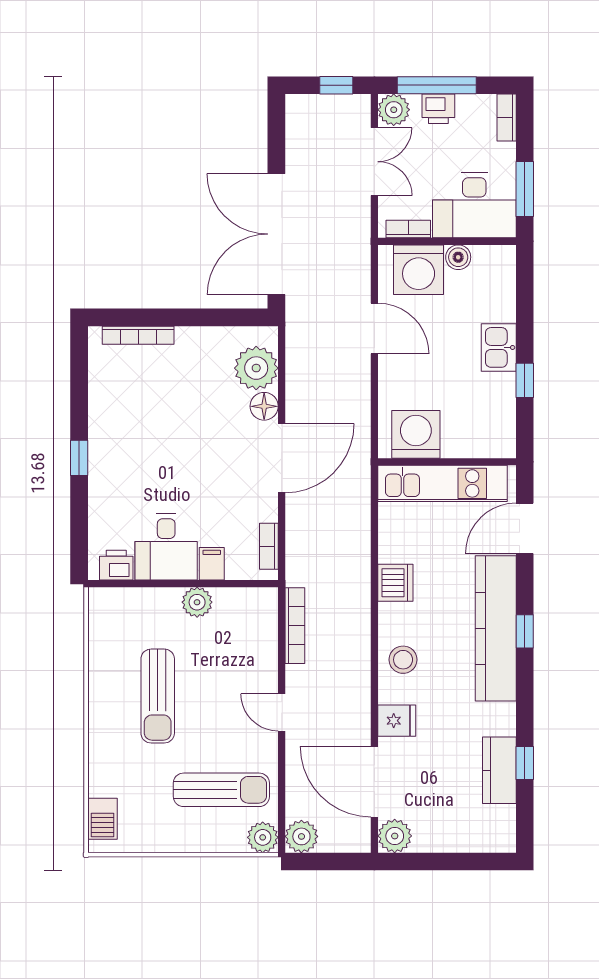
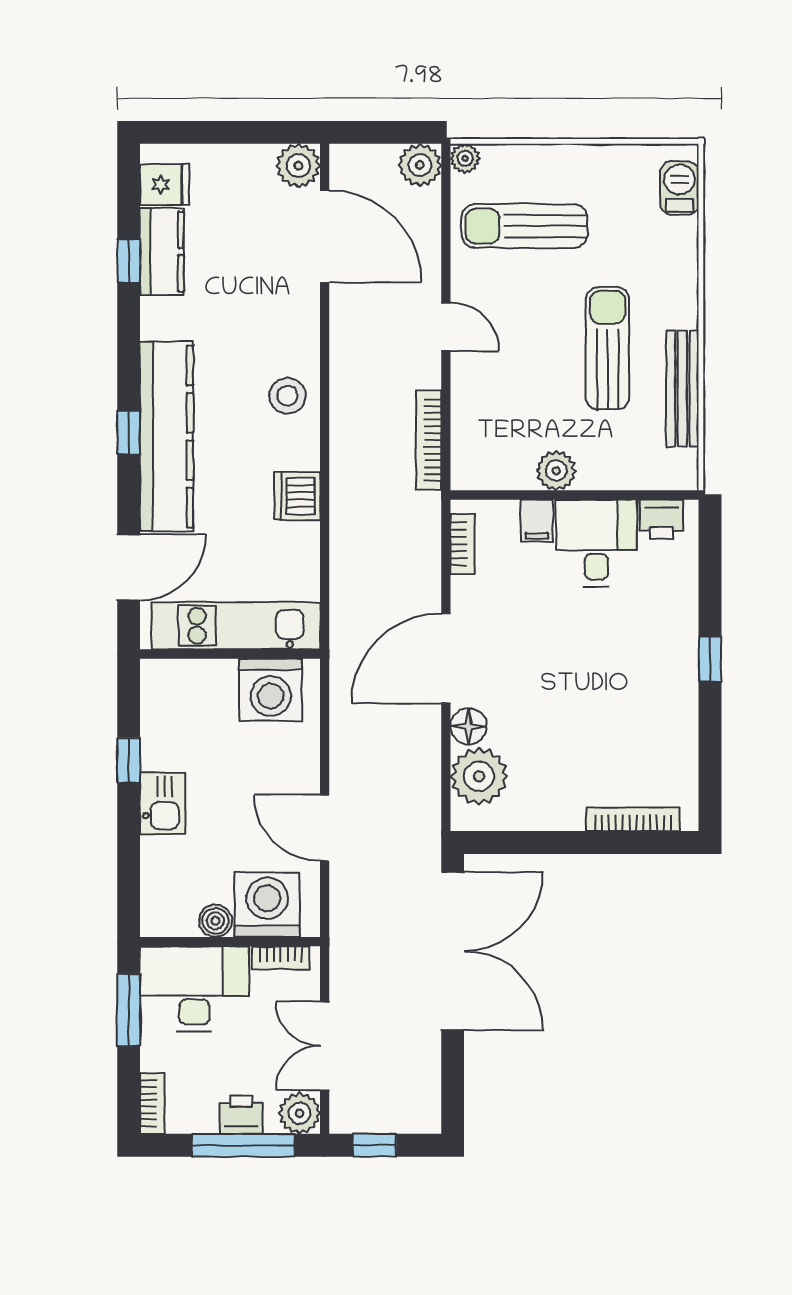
bench: (100, 665) -> (682, 389), added
fridge: (397, 721) -> (165, 184), moved, turned 180
plant: (263, 837) -> (465, 158), width x0.73, depth x0.73

